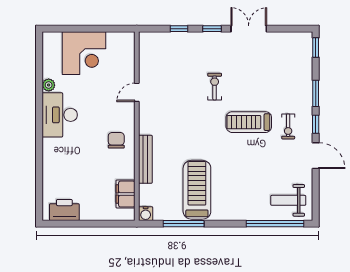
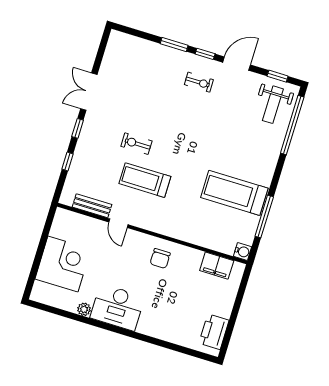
window: (316, 48) -> (278, 76), moved
treadmill: (249, 122) -> (145, 180), moved, turned 90
chair: (116, 140) -> (160, 258), turned -90
bench: (145, 159) -> (92, 206), moved, width x0.73

